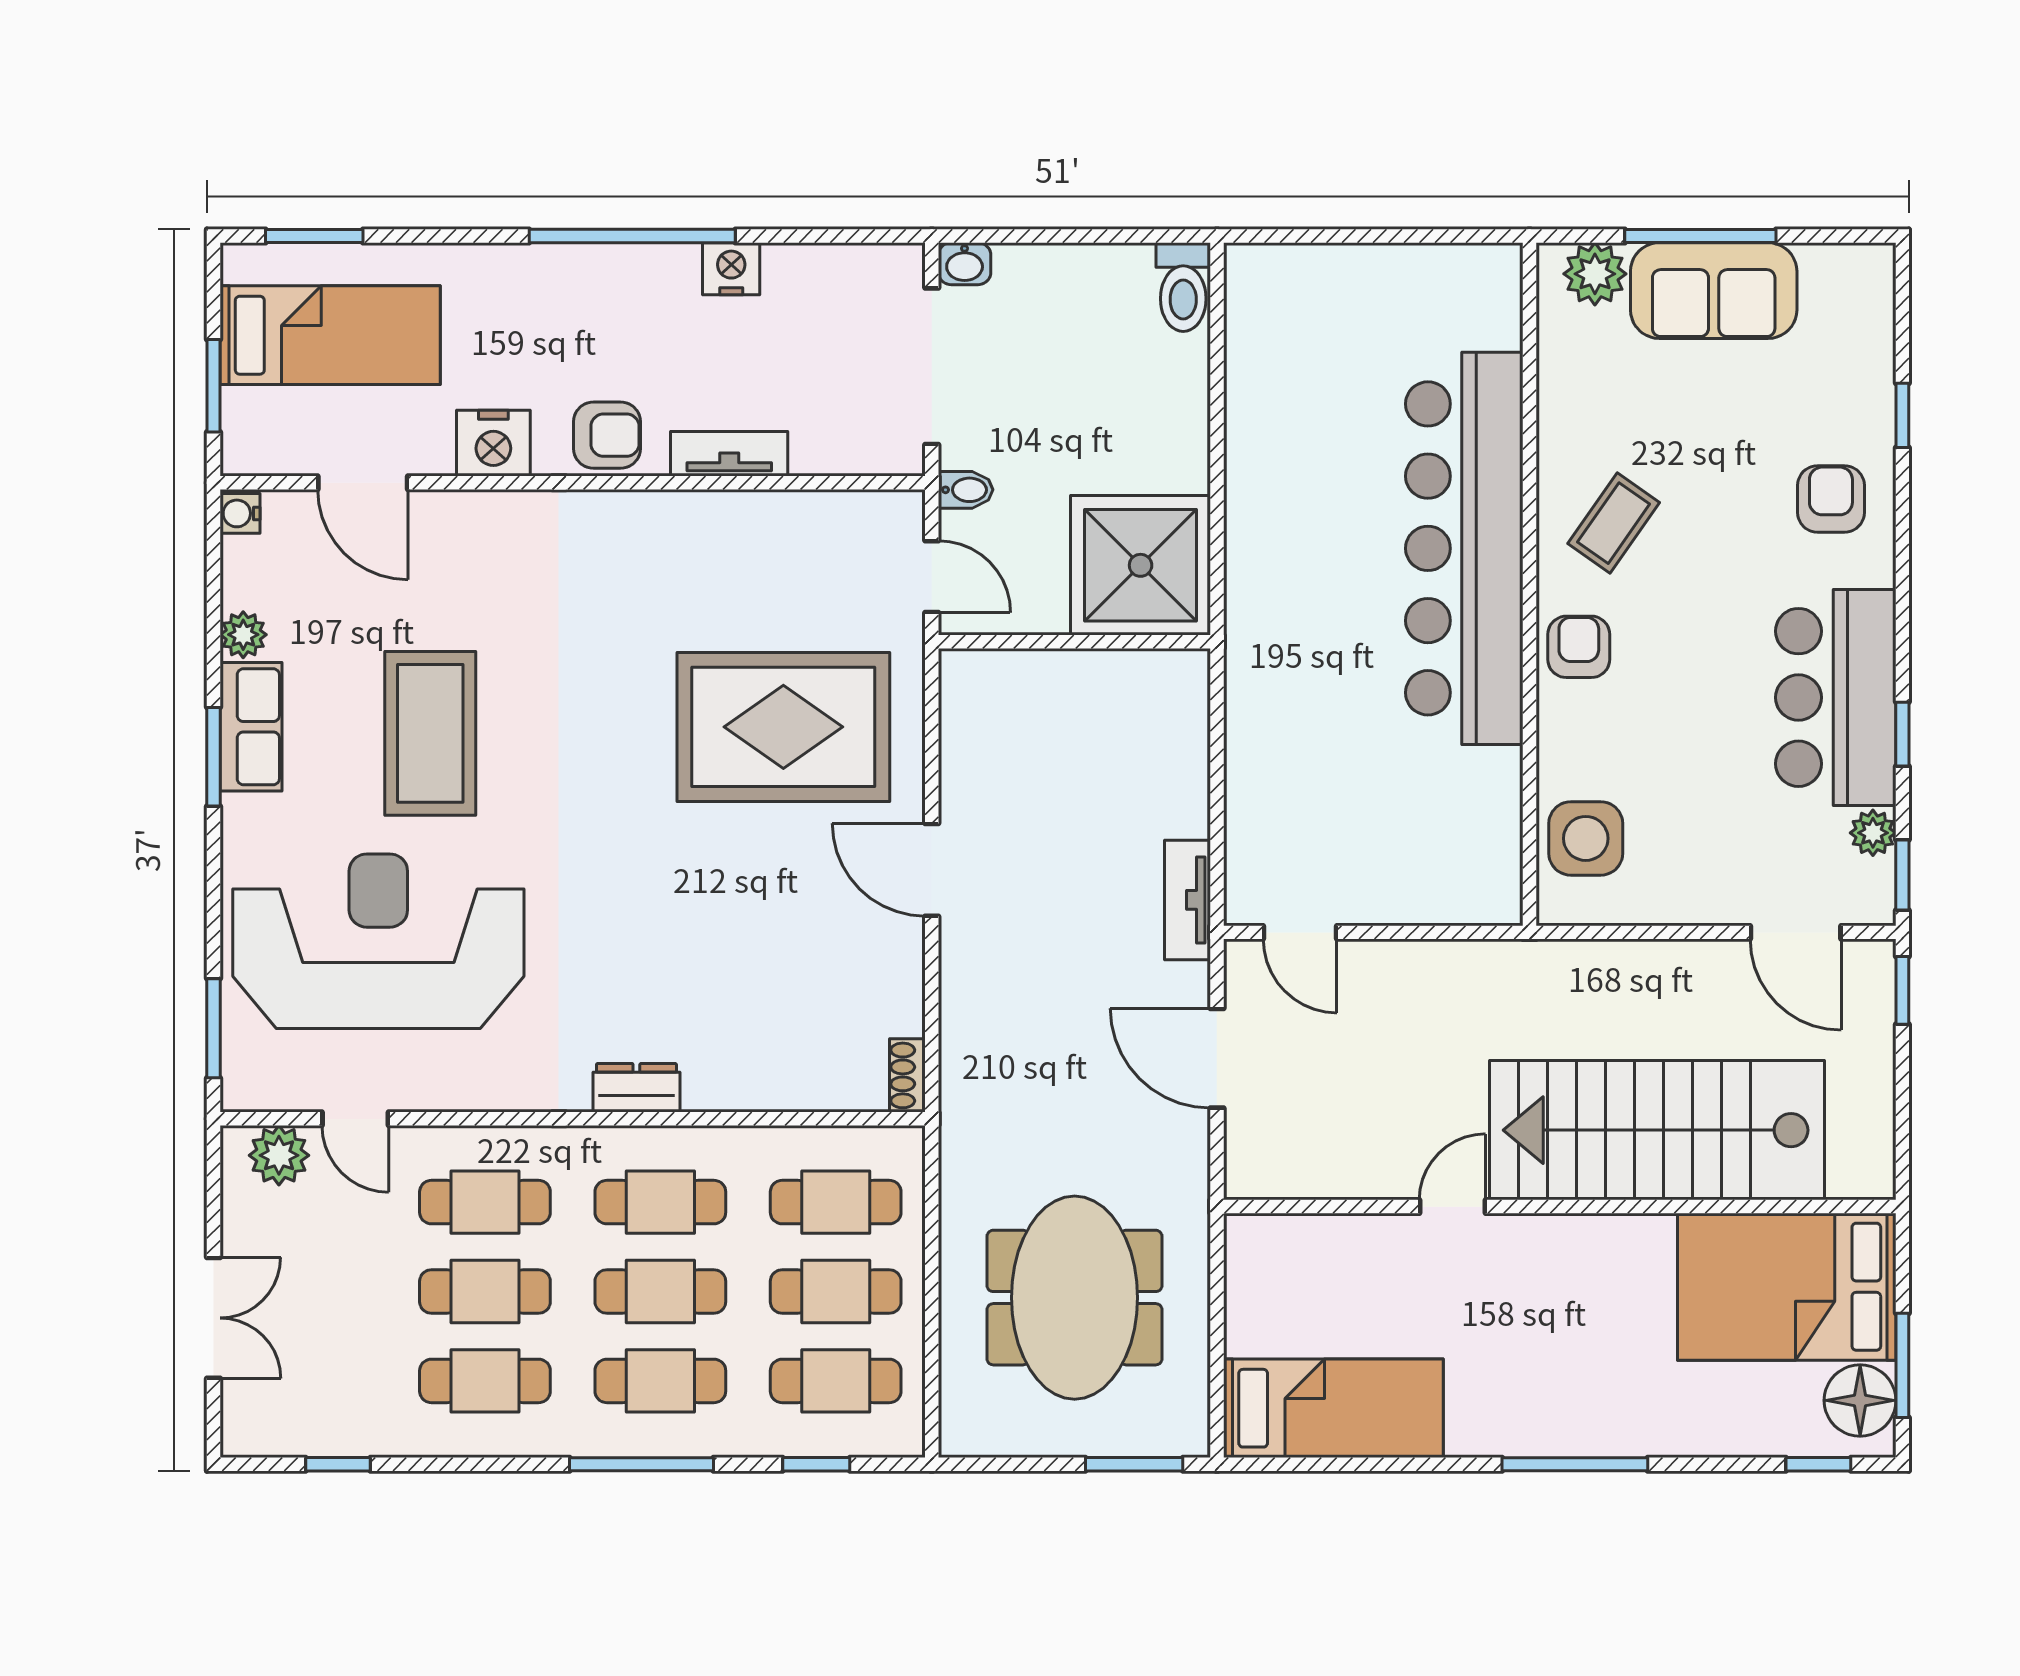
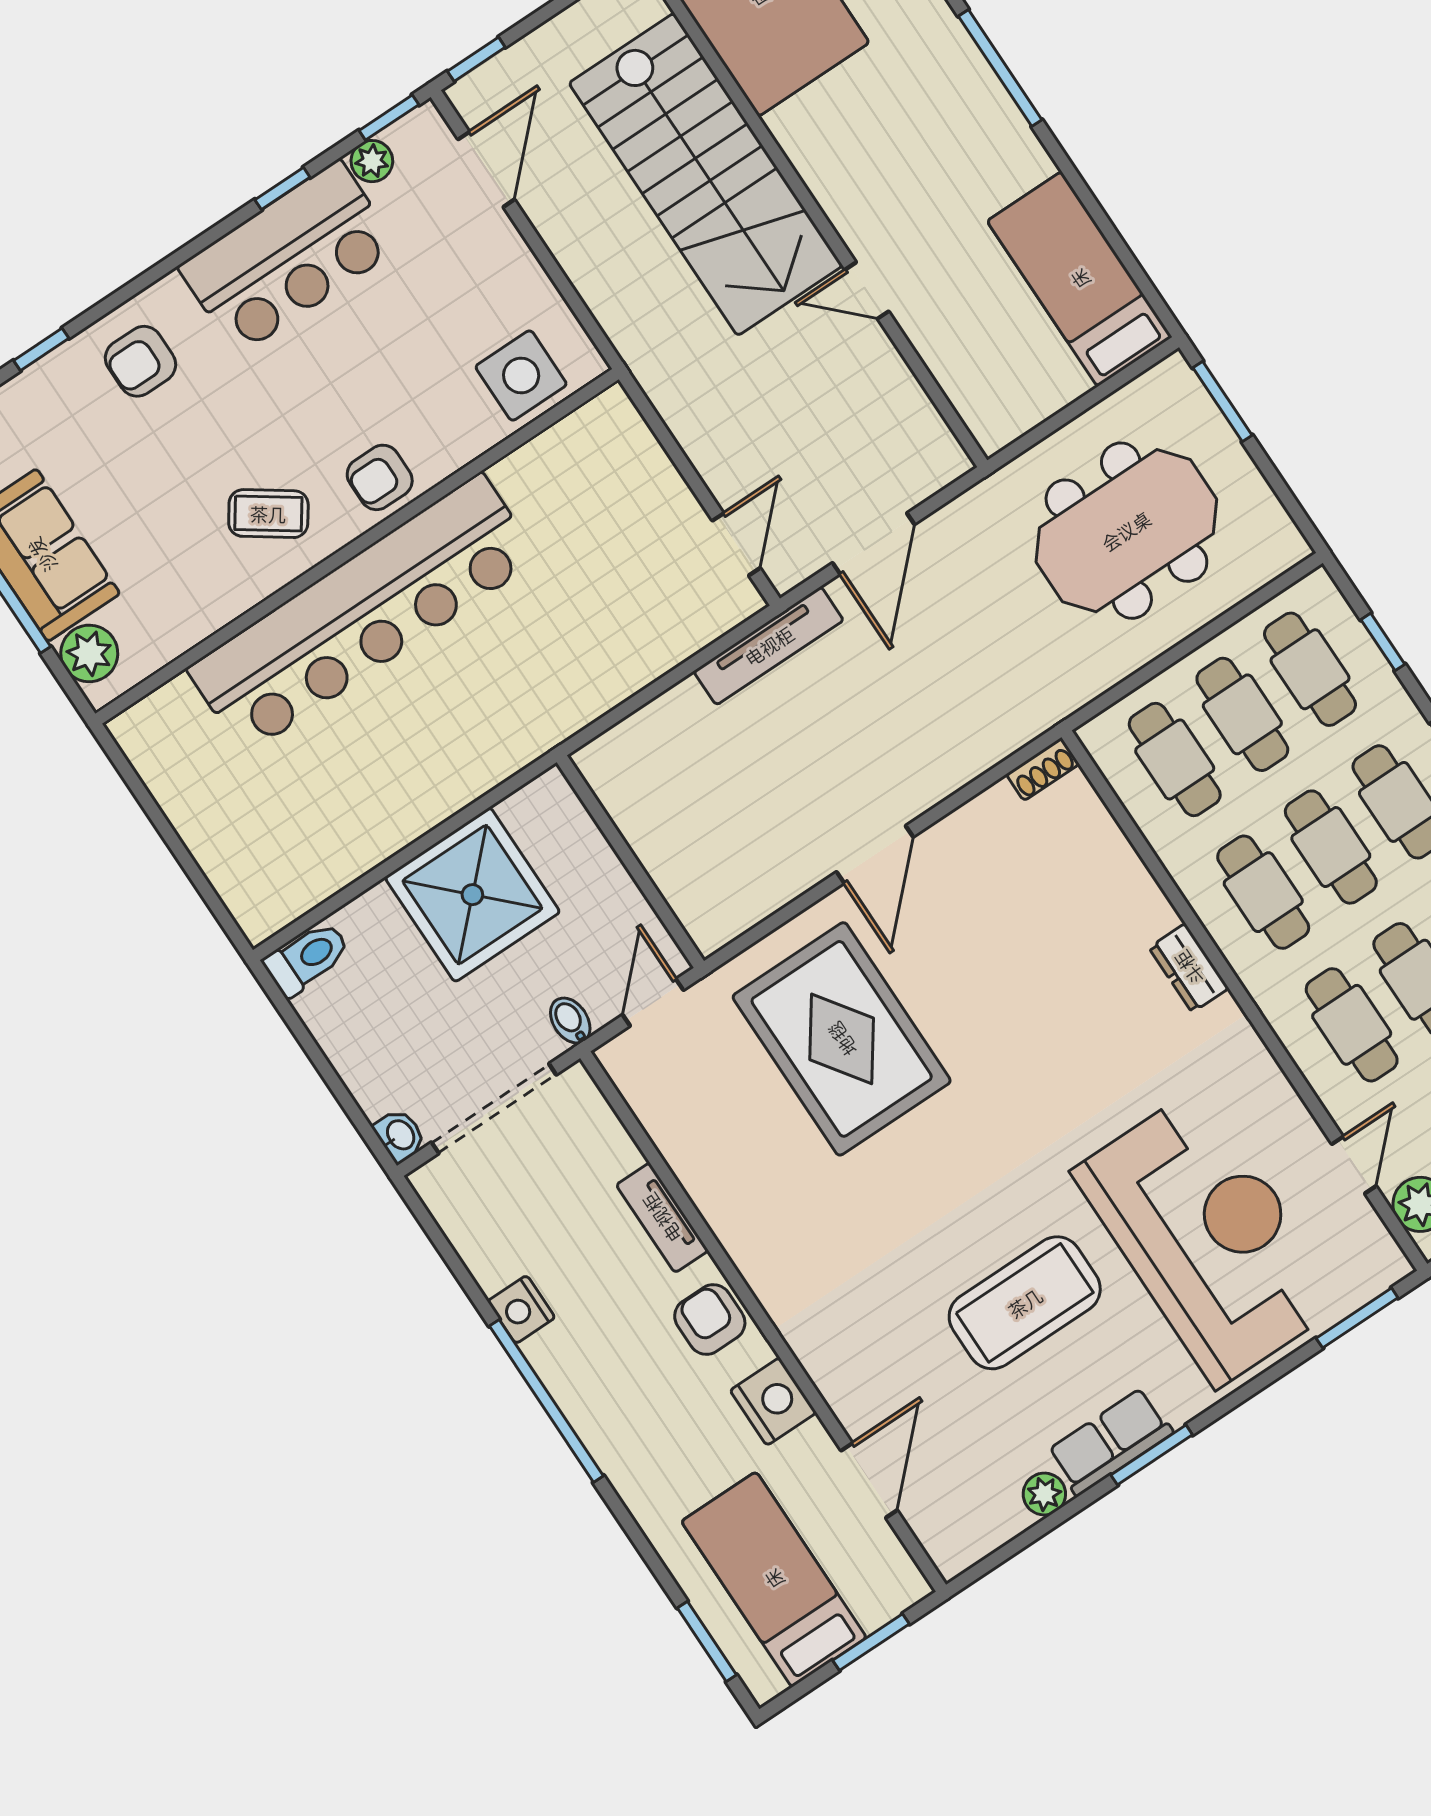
water cooler: (240, 513) -> (954, 1558), removed
shower: (1141, 565) -> (472, 895), moved
tv unit: (1188, 900) -> (769, 646), width x1.41
reception desk: (378, 941) -> (1208, 1237), turned 180

